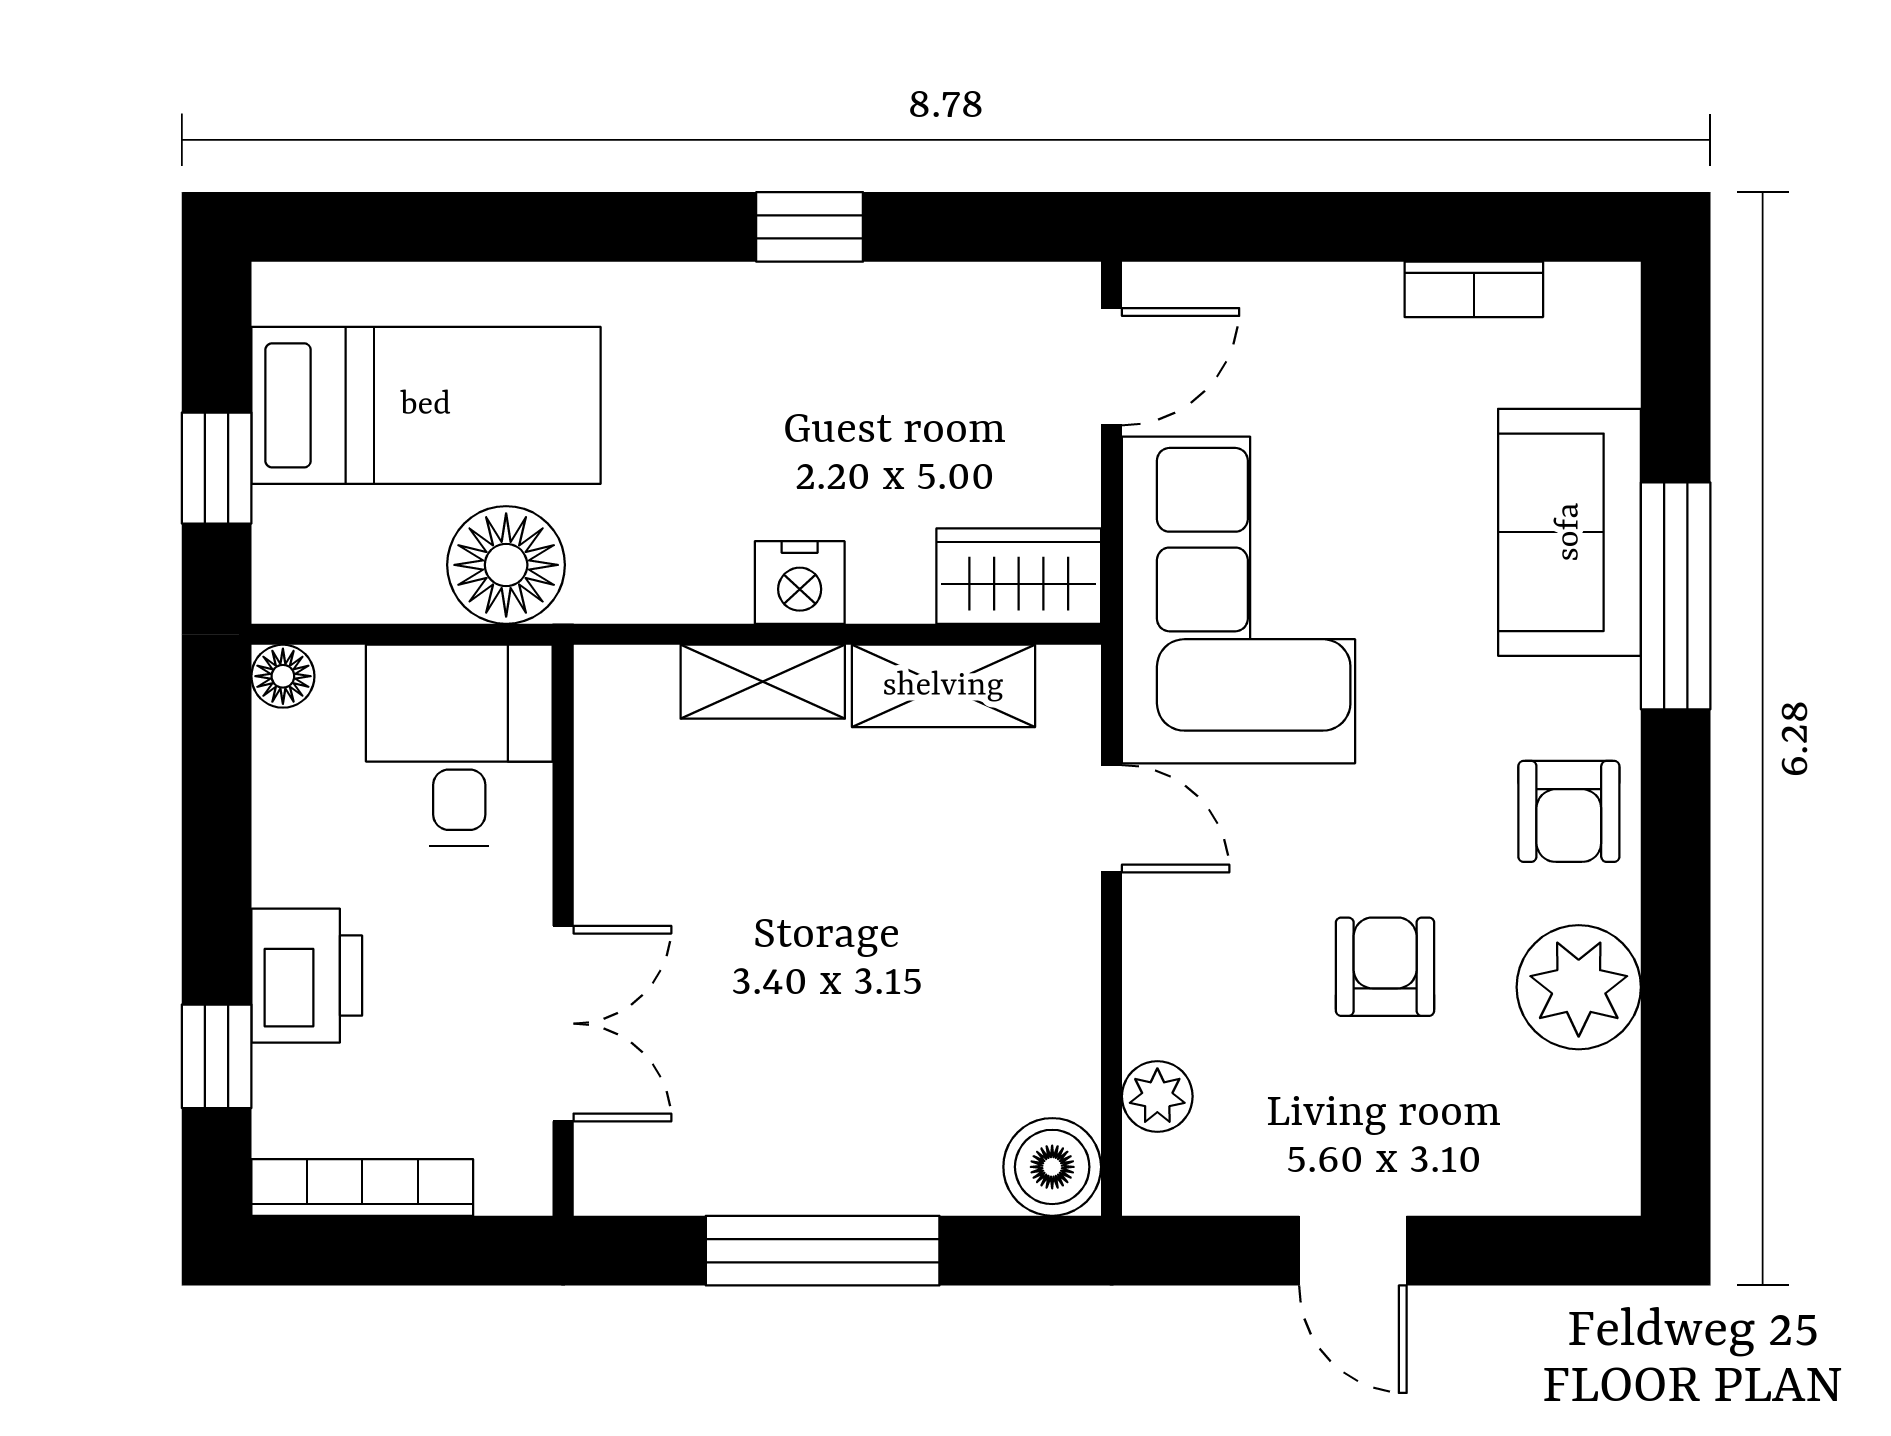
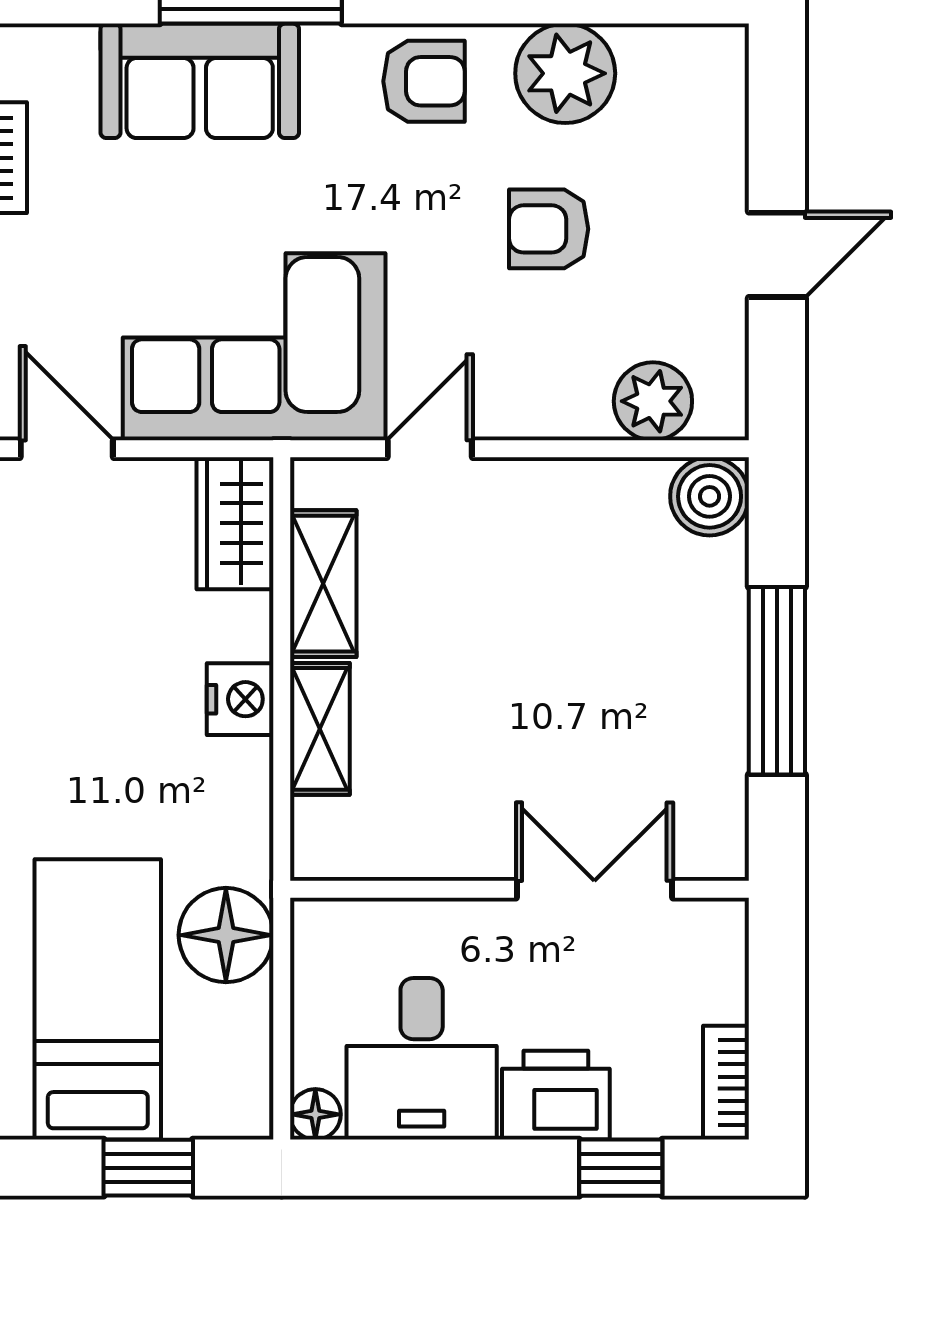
desk: (459, 745) -> (422, 1059), moved, turned -90
plant: (1157, 1096) -> (653, 401), width x1.38, depth x1.38
bookcase: (362, 1187) -> (726, 1083), width x0.64

